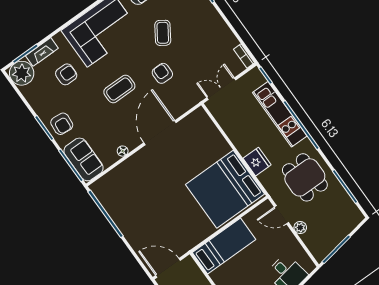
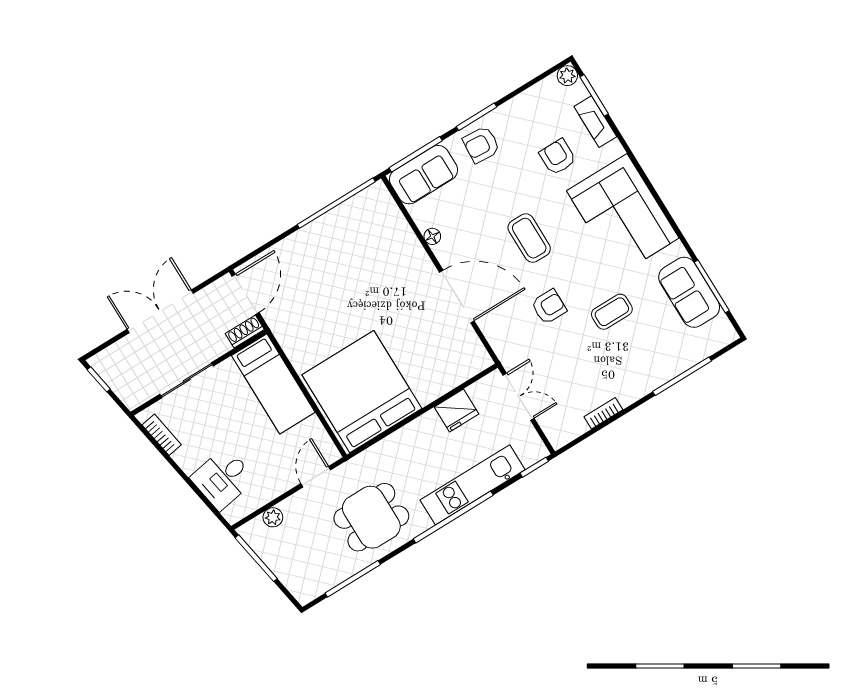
coffee table: (163, 33) -> (612, 312), turned -33
bookcase: (244, 56) -> (603, 413), moved
plant: (22, 73) -> (567, 76), width x0.53, depth x0.53
armchair: (66, 74) -> (558, 157), turned 180
fridge: (257, 162) -> (456, 410), moved
plant: (300, 228) -> (273, 517), moved
shoe rack: (192, 267) -> (245, 332), added

